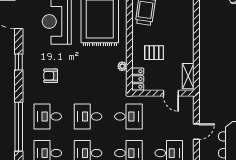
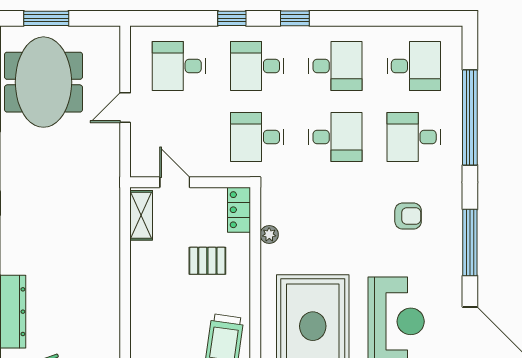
window: (19, 62) -> (470, 243), width x2.17
desk: (48, 116) -> (414, 137), turned 180

